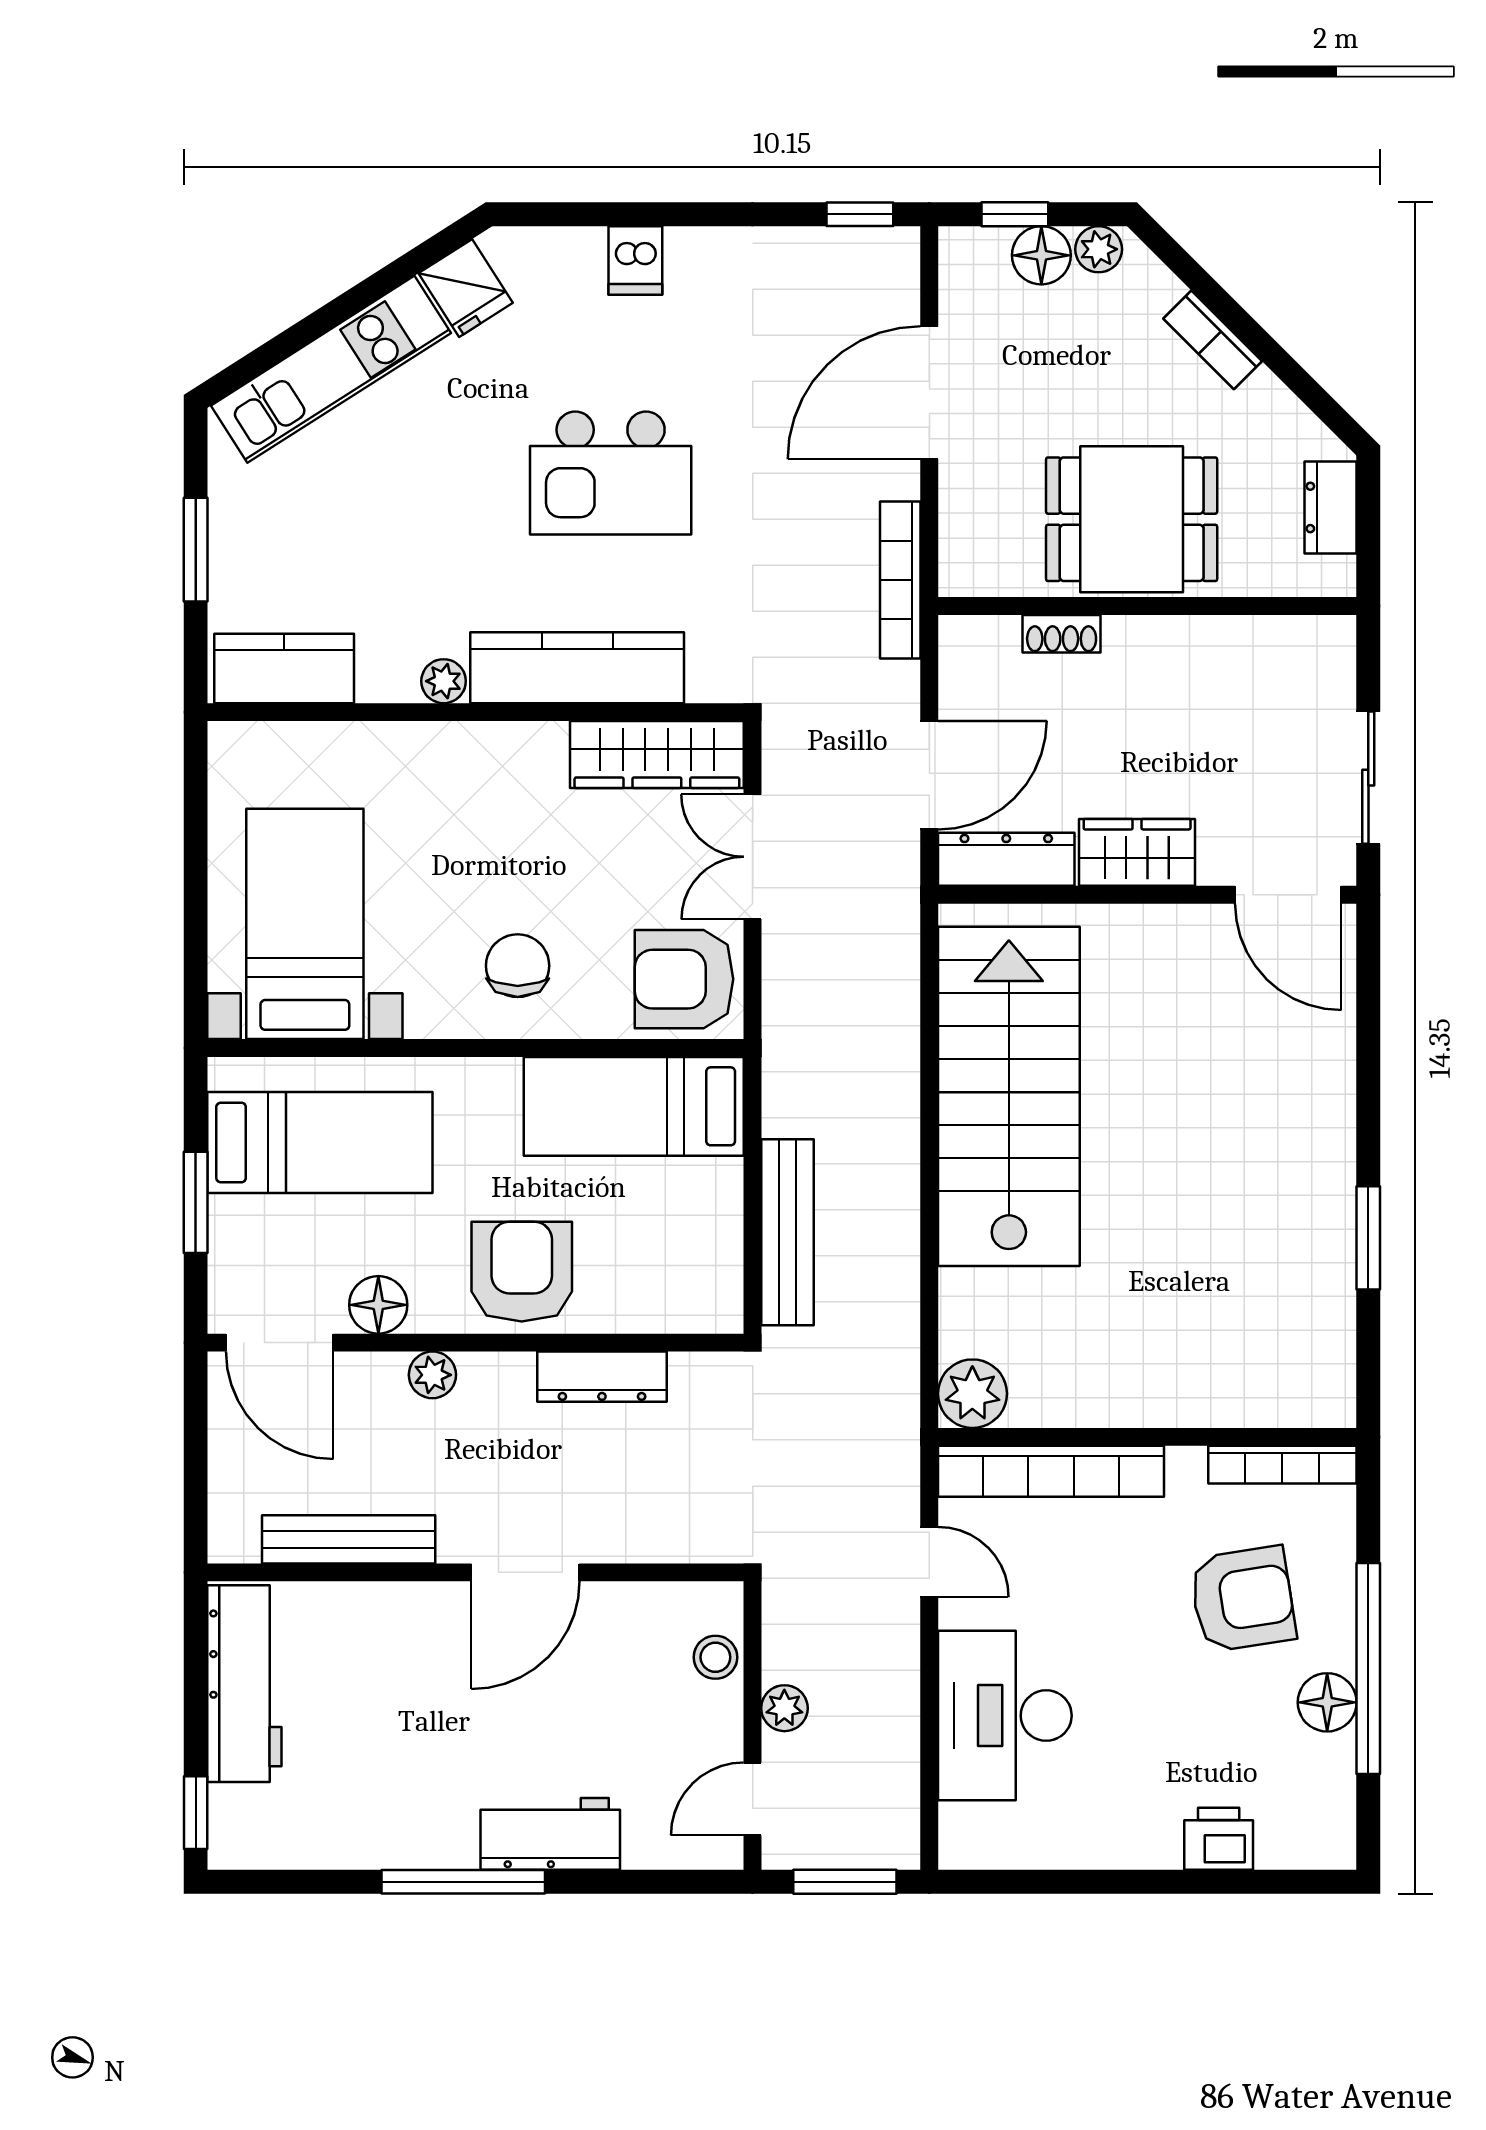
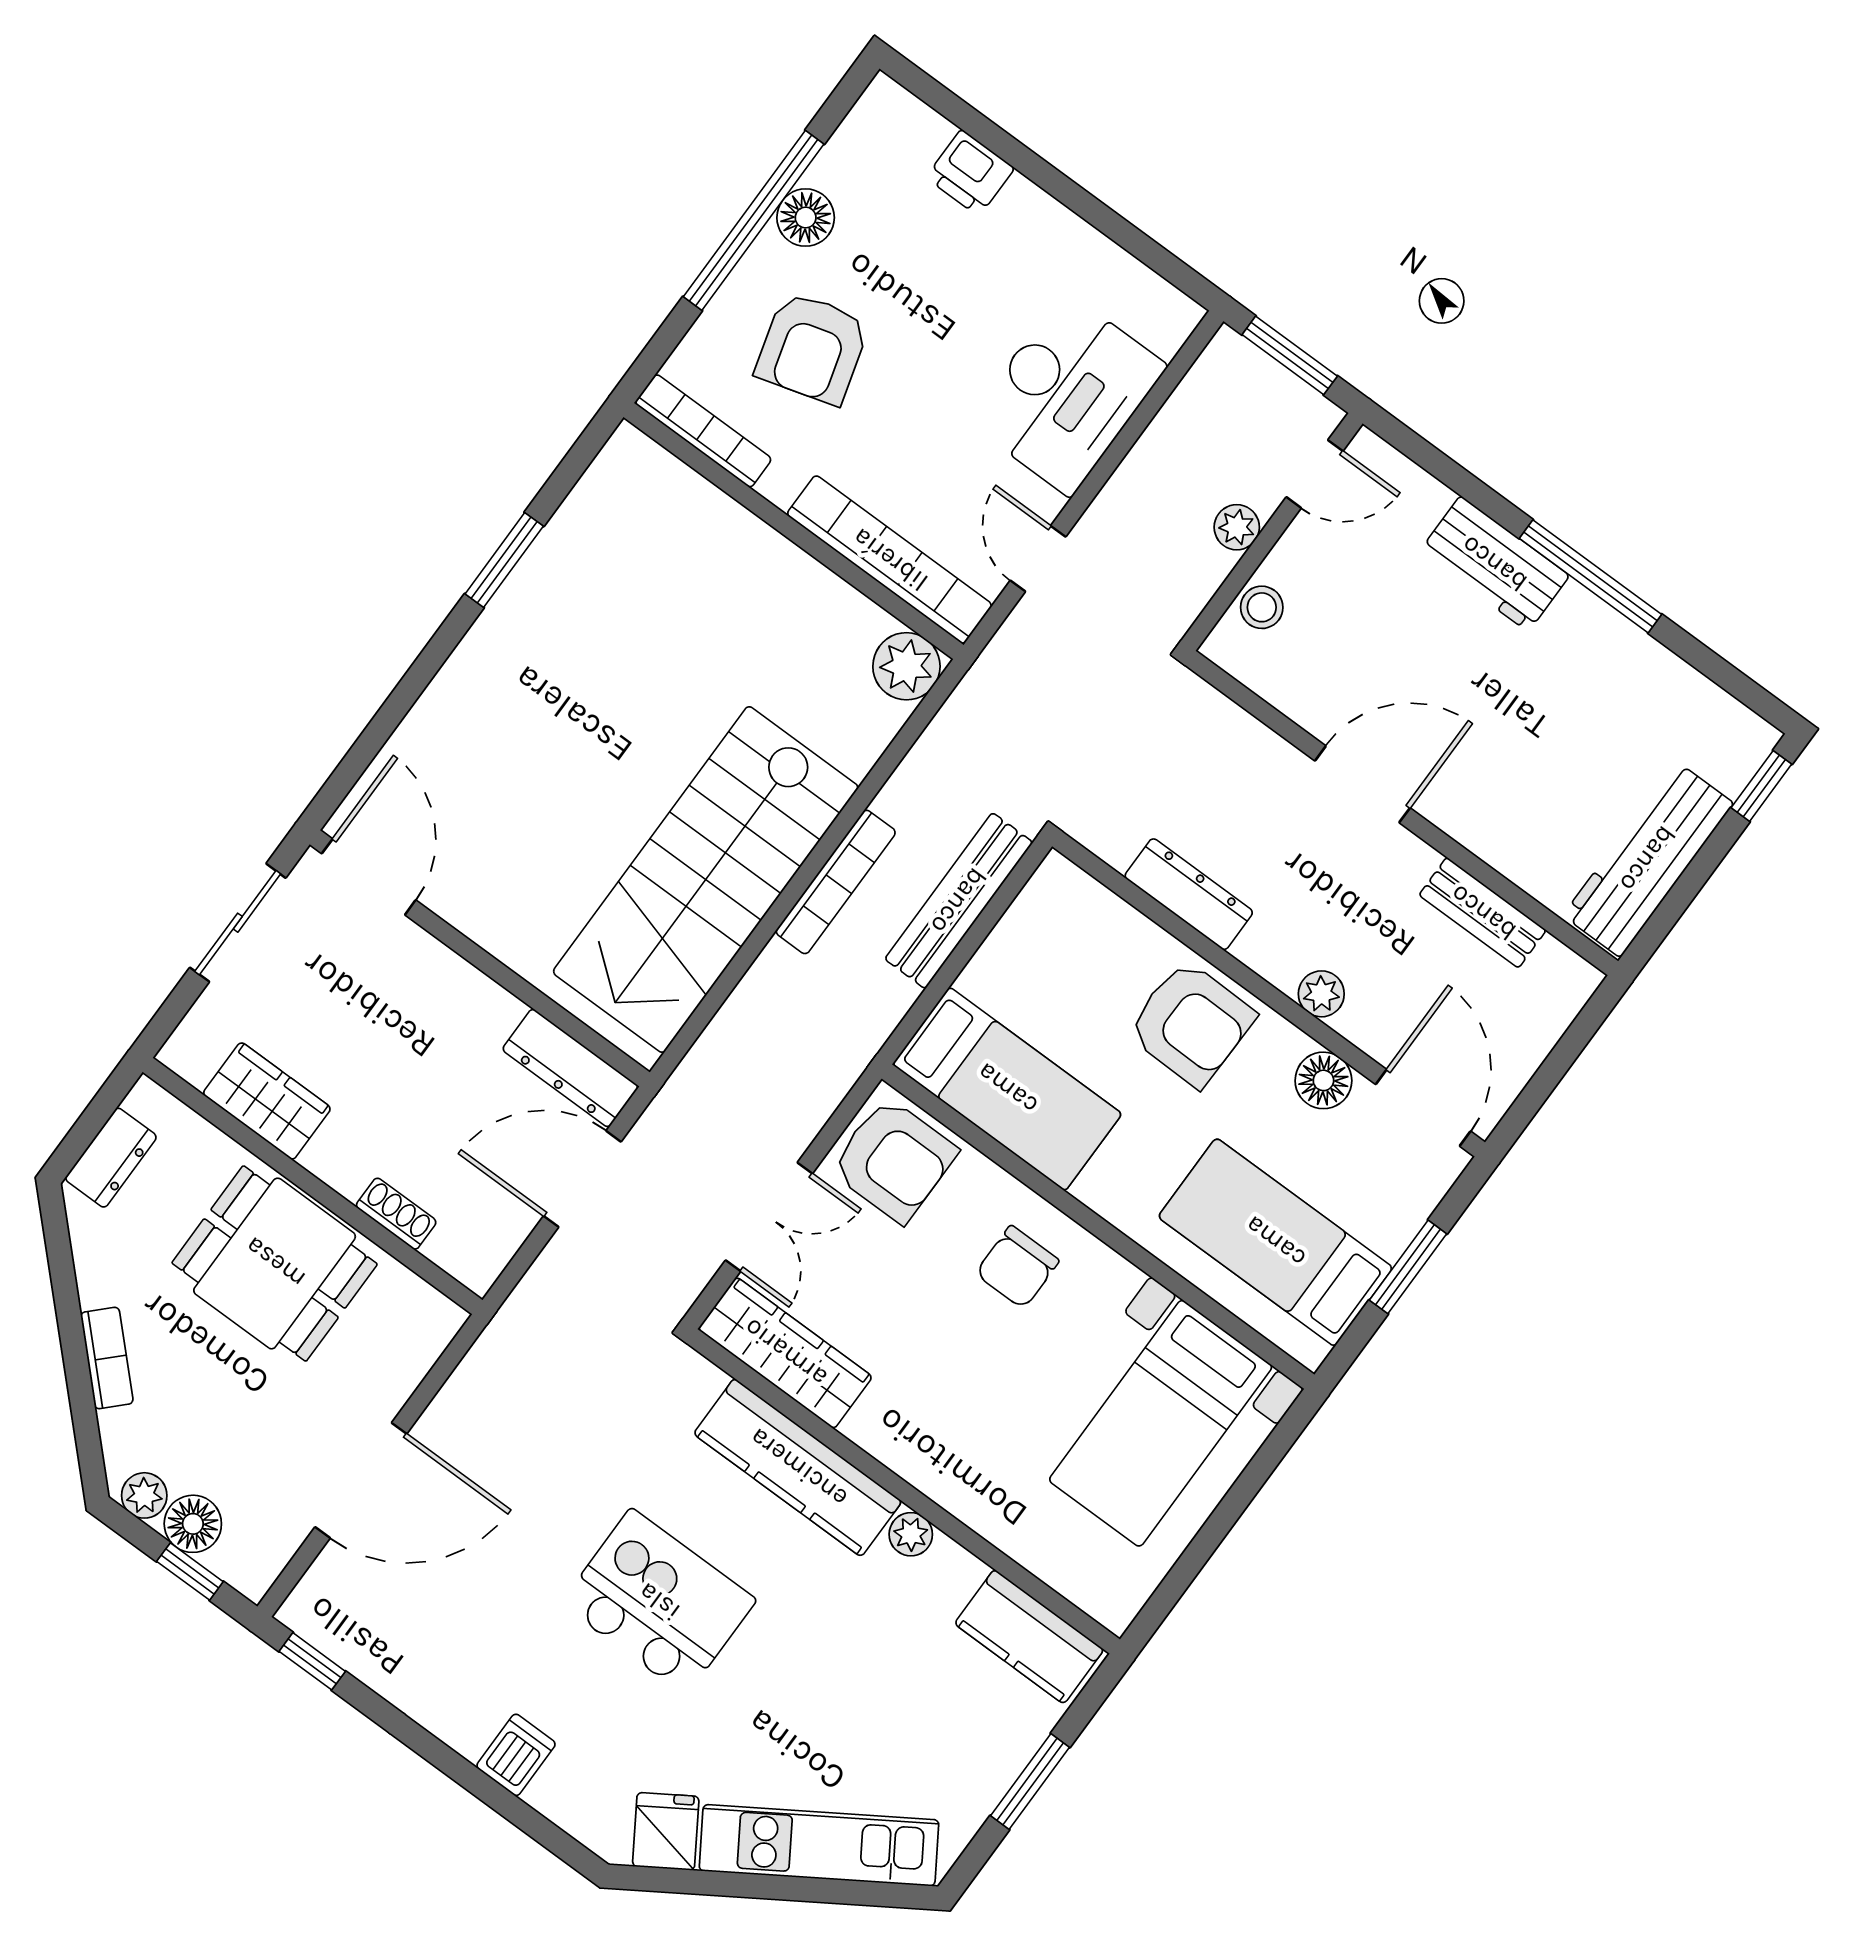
bookcase: (900, 580) -> (836, 882), moved
wardrobe: (1137, 852) -> (267, 1101), moved, turned 180
armchair: (522, 1272) -> (1191, 1024), turned -89
bench: (349, 1539) -> (1483, 913), width x0.73
armchair: (1243, 1599) -> (812, 348), turned -97

